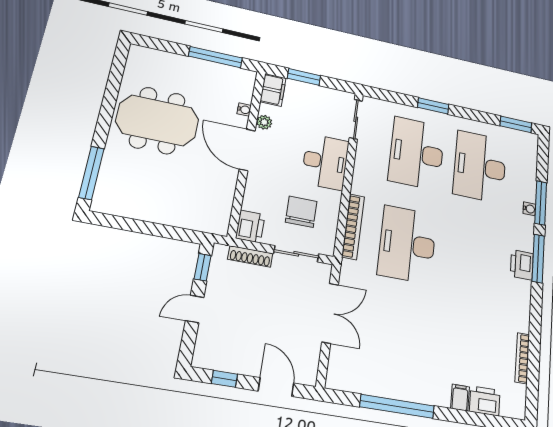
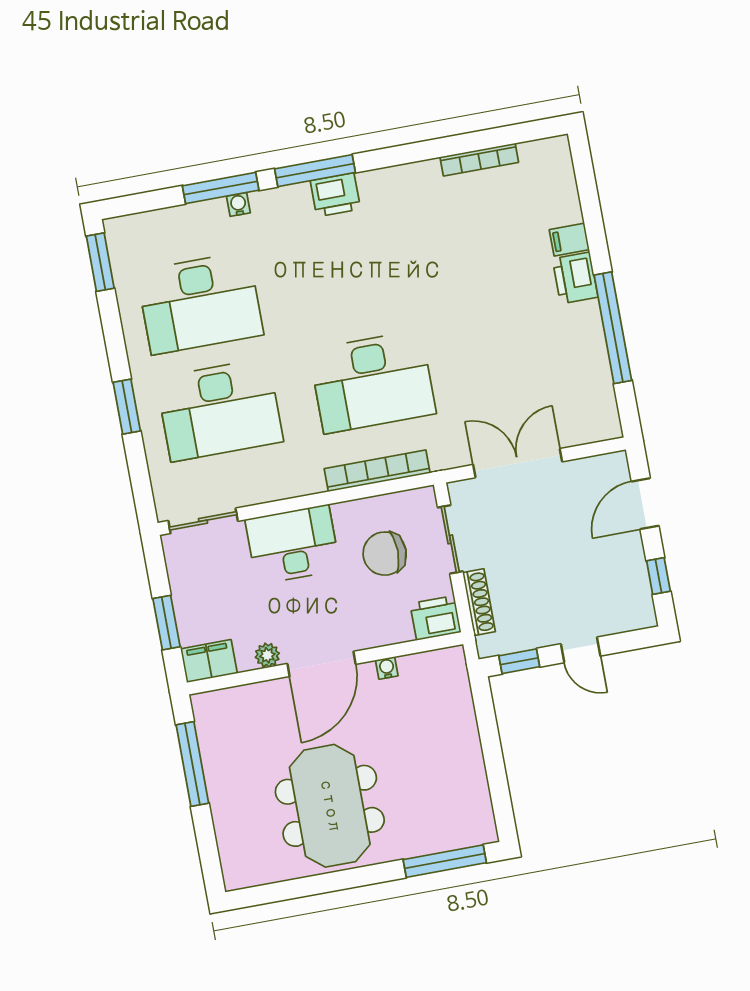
water cooler: (244, 110) -> (387, 668), moved
printer: (485, 401) -> (575, 278), moved

